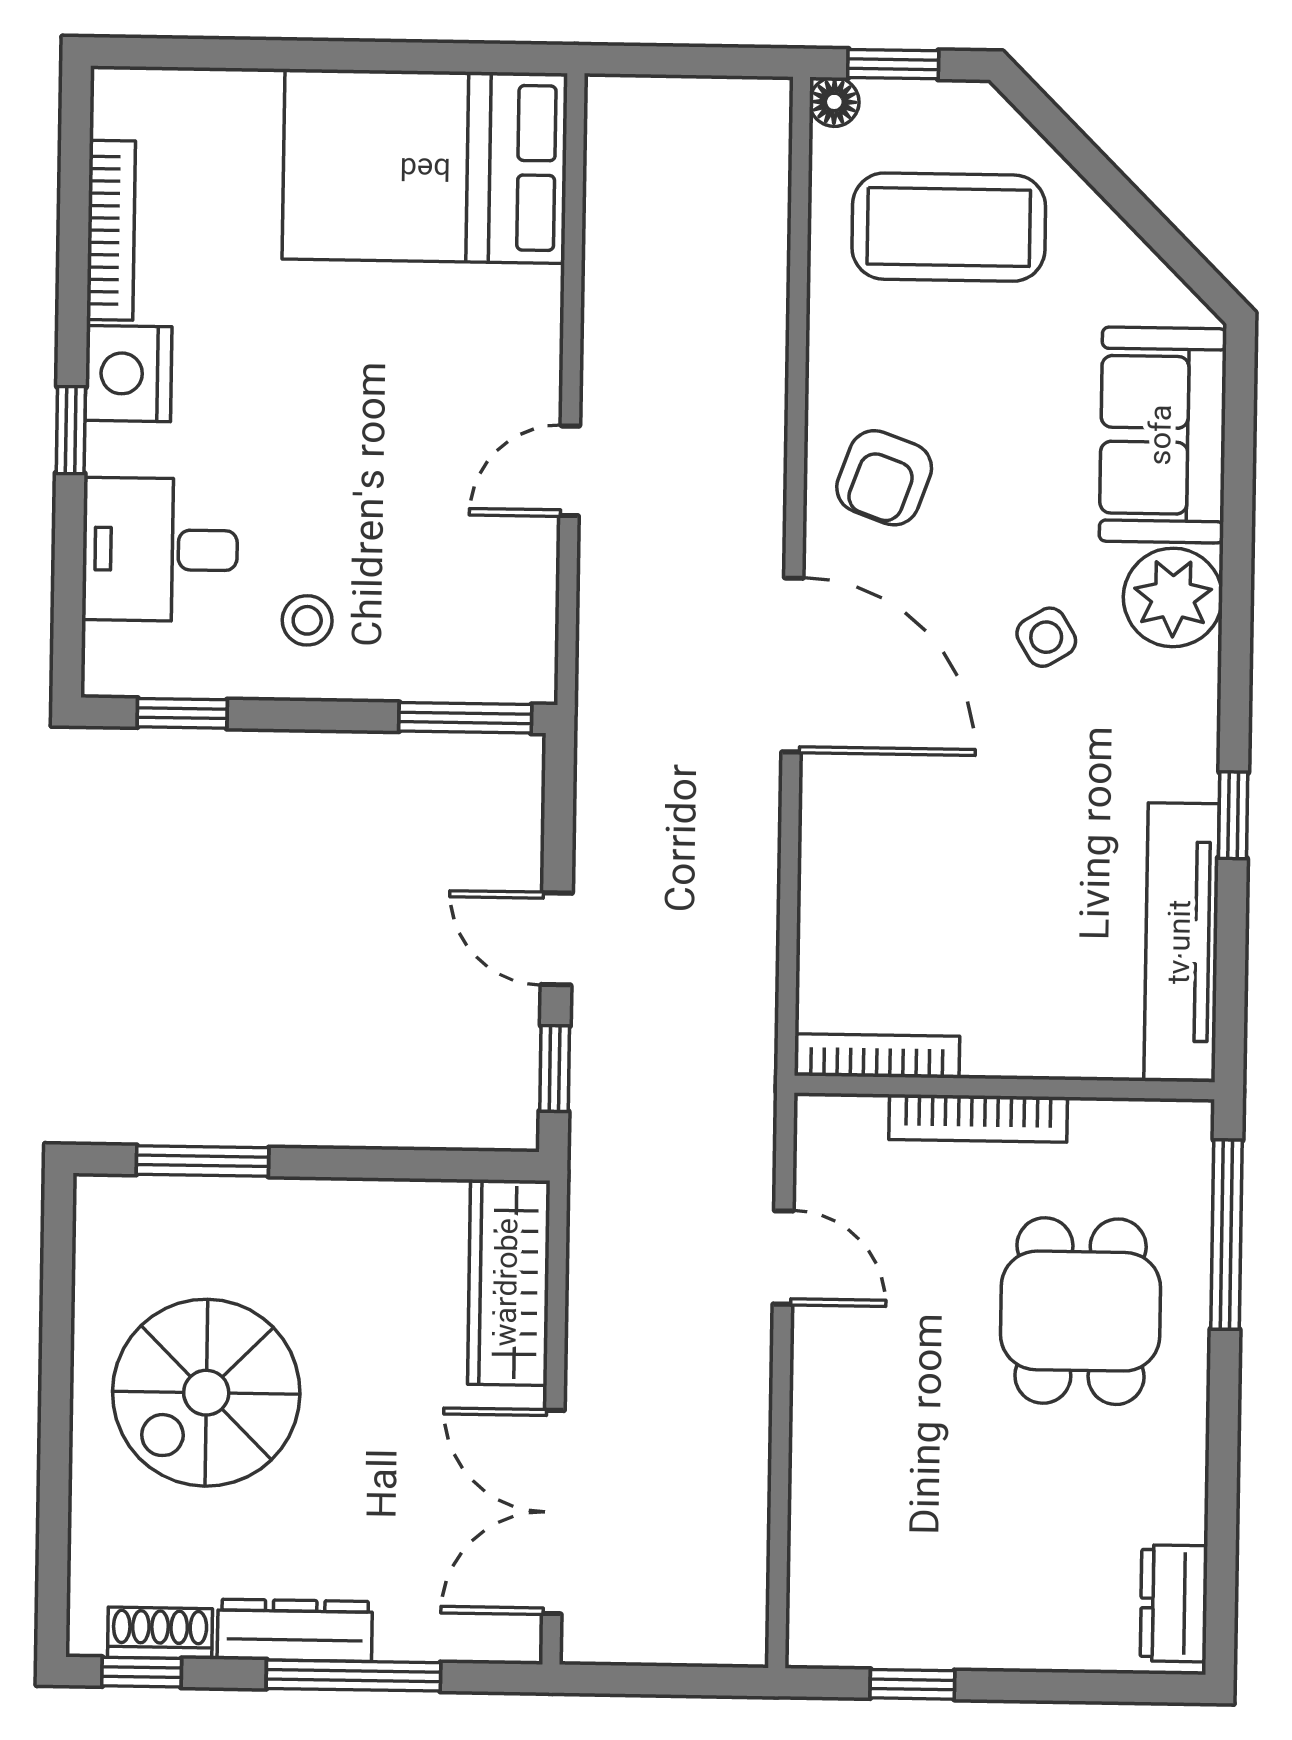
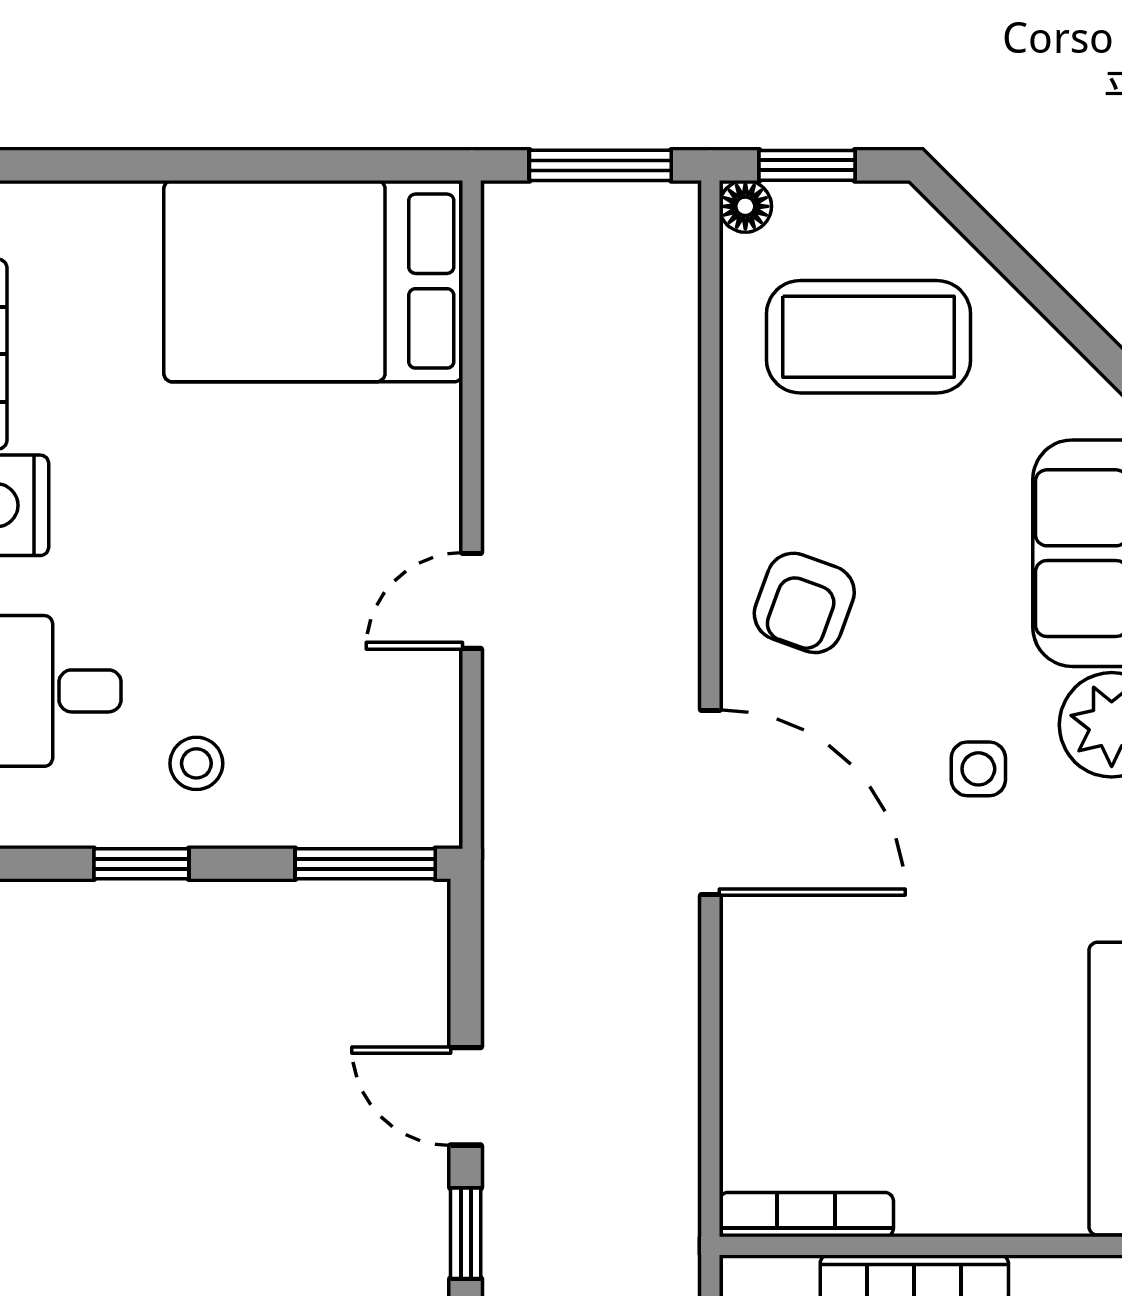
window: (698, 61) -> (600, 165), added
side table: (1046, 637) -> (978, 769), turned 31
window: (182, 713) -> (141, 864), moved

